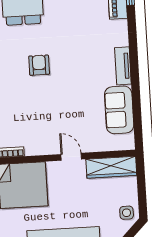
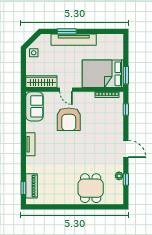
armchair: (39, 65) -> (69, 119), moved, width x1.88, depth x1.88
sofa: (119, 110) -> (34, 106), moved

